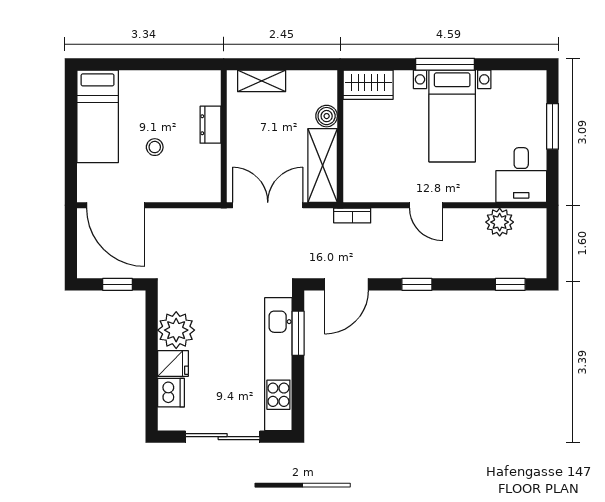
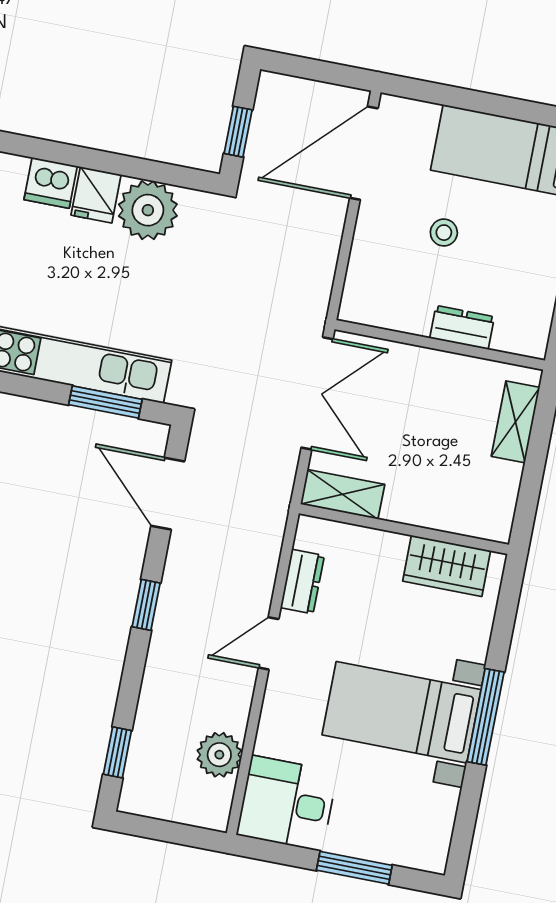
wardrobe: (368, 85) -> (447, 566), moved, turned -90
boiler: (327, 116) -> (440, 514), removed
shelving: (323, 166) -> (343, 494), width x0.67, depth x0.75
dresser: (384, 192) -> (302, 582), added
bookcase: (352, 216) -> (275, 524), removed

